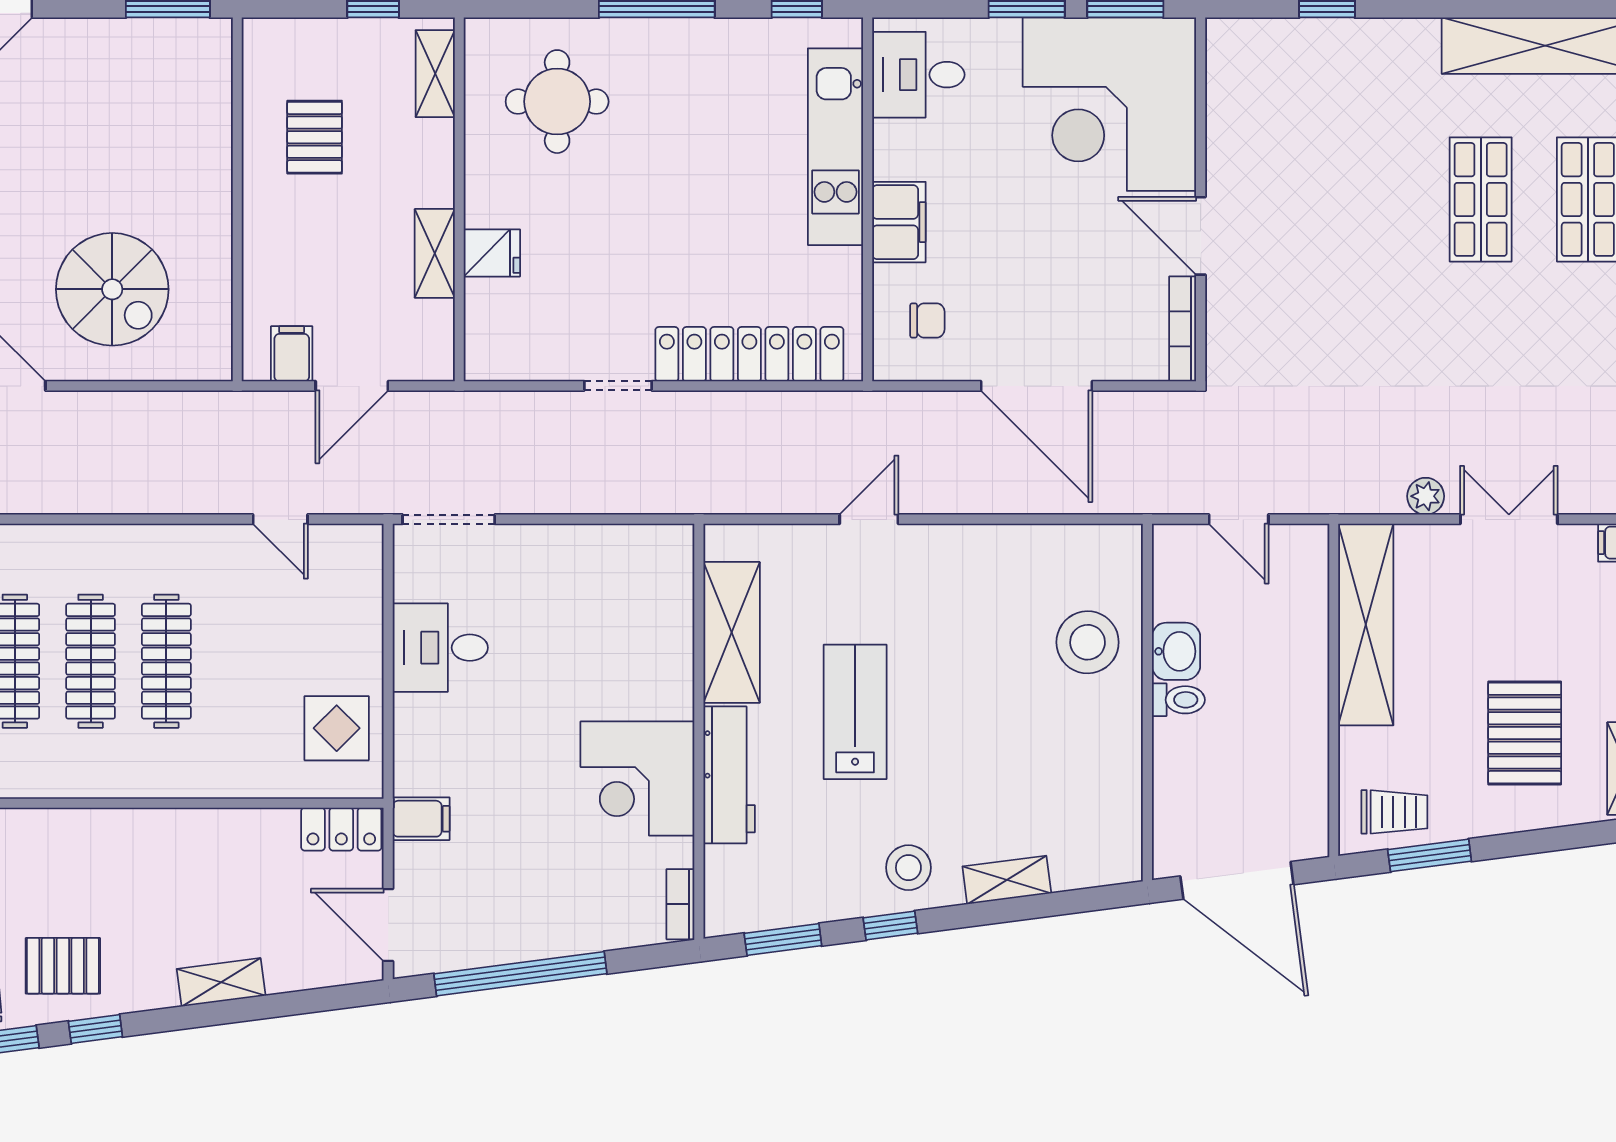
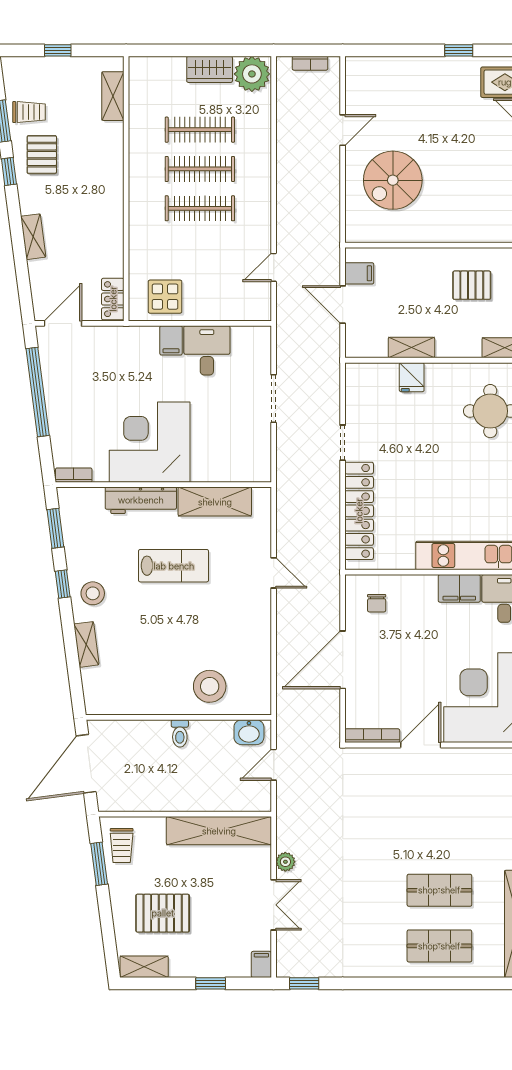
filing cabinet: (899, 222) -> (459, 588), moved
doorway: (449, 519) -> (274, 399), moved
washbasin: (1176, 651) -> (249, 732), moved
corner desk: (637, 778) -> (150, 442), width x1.36, depth x1.36
filing cabinet: (421, 819) -> (171, 340), moved

